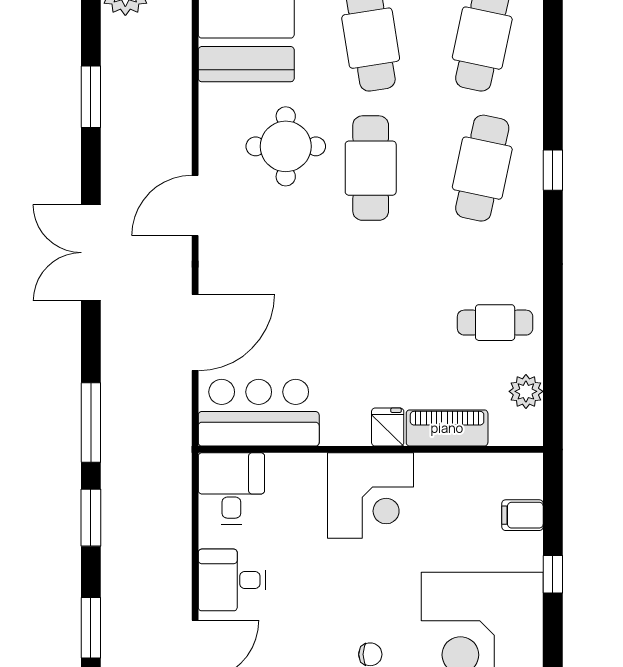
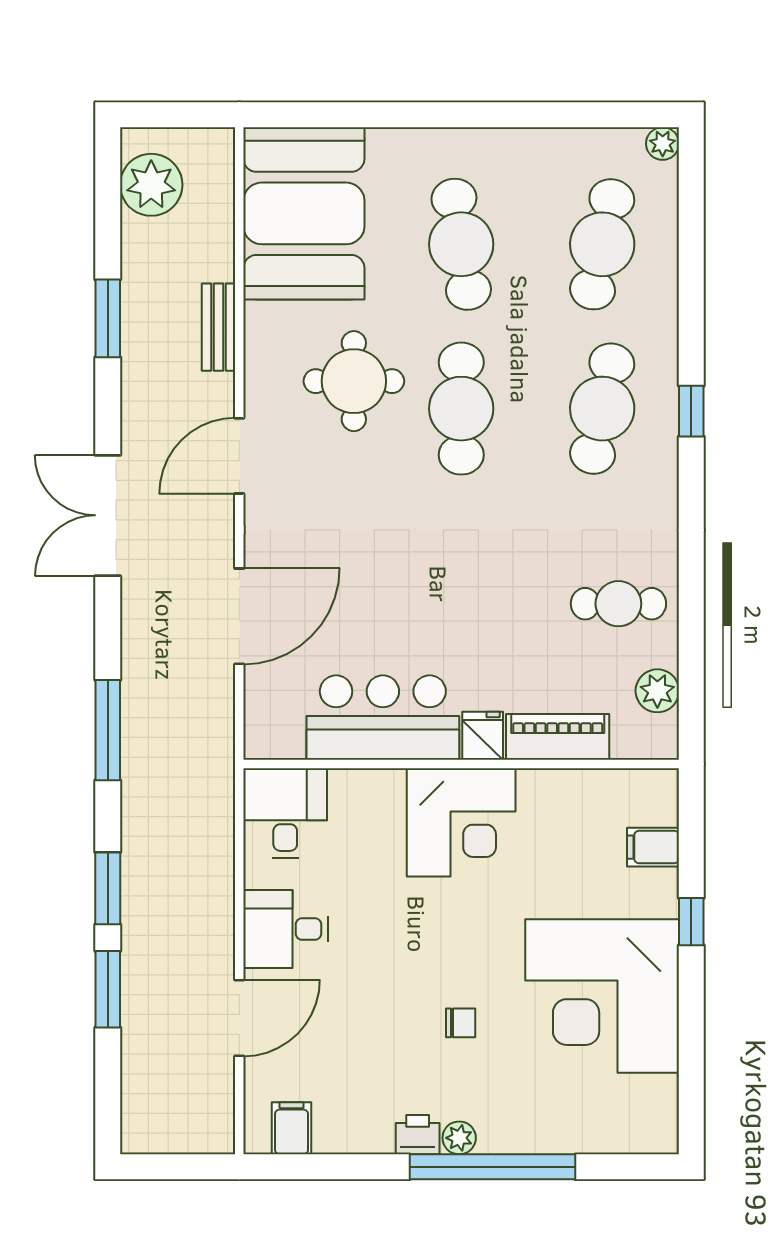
bench: (179, 104) -> (219, 327), added
bar counter: (259, 413) -> (383, 718), moved
window: (91, 518) -> (108, 888), moved

